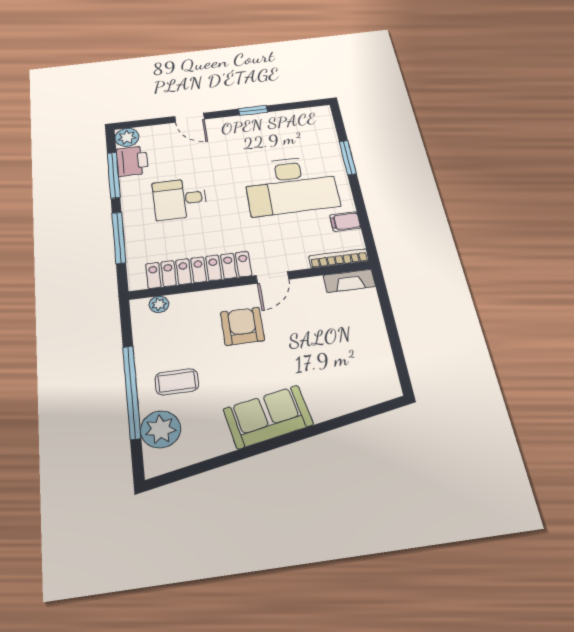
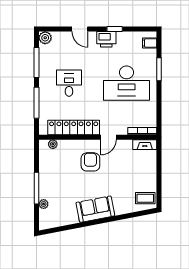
printer: (132, 161) -> (106, 39), moved, turned 90
desk: (180, 199) -> (69, 83), turned 90
filing cabinet: (345, 222) -> (150, 43), moved
coffee table: (177, 382) -> (145, 198), moved
window: (132, 392) -> (36, 188), width x0.68
plant: (160, 429) -> (44, 204), width x0.53, depth x0.53

